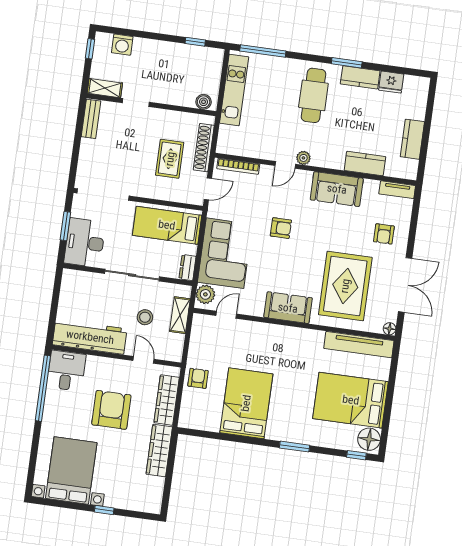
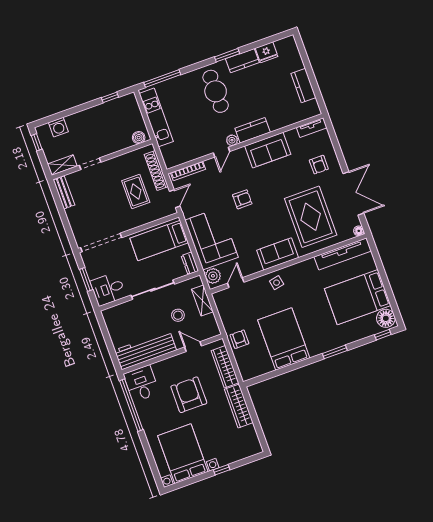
kitchen counter: (365, 164) -> (253, 130), moved
desk: (85, 243) -> (108, 289), width x0.73
side table: (271, 338) -> (277, 283), added

